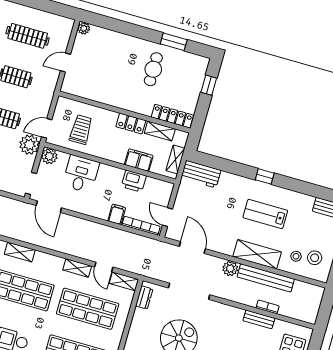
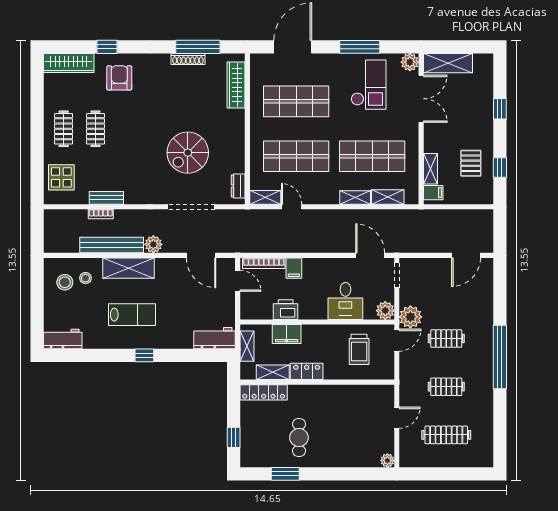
shelving: (77, 268) -> (355, 197), moved

